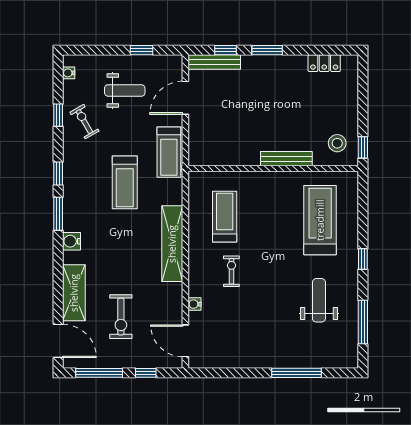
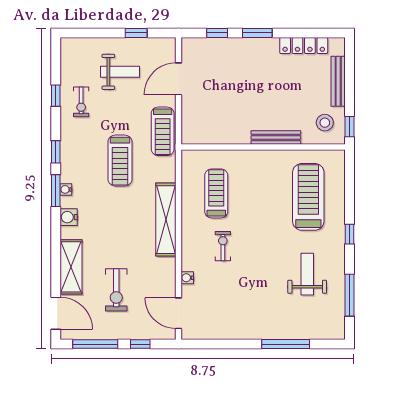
bench: (214, 62) -> (338, 81), moved, turned 90
locker: (324, 63) -> (304, 45), width x1.53
water cooler: (69, 73) -> (66, 189), moved
exercise bike: (84, 122) -> (81, 102), turned -150

